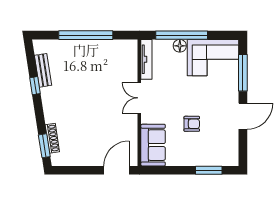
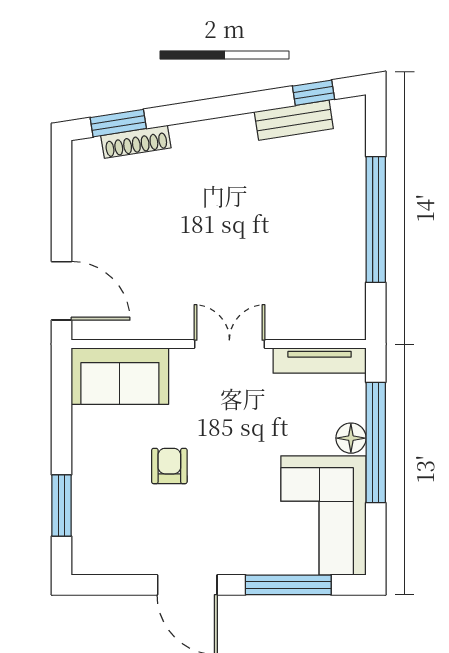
window: (35, 86) -> (314, 93), moved
armchair: (192, 124) -> (169, 466), turned 180

